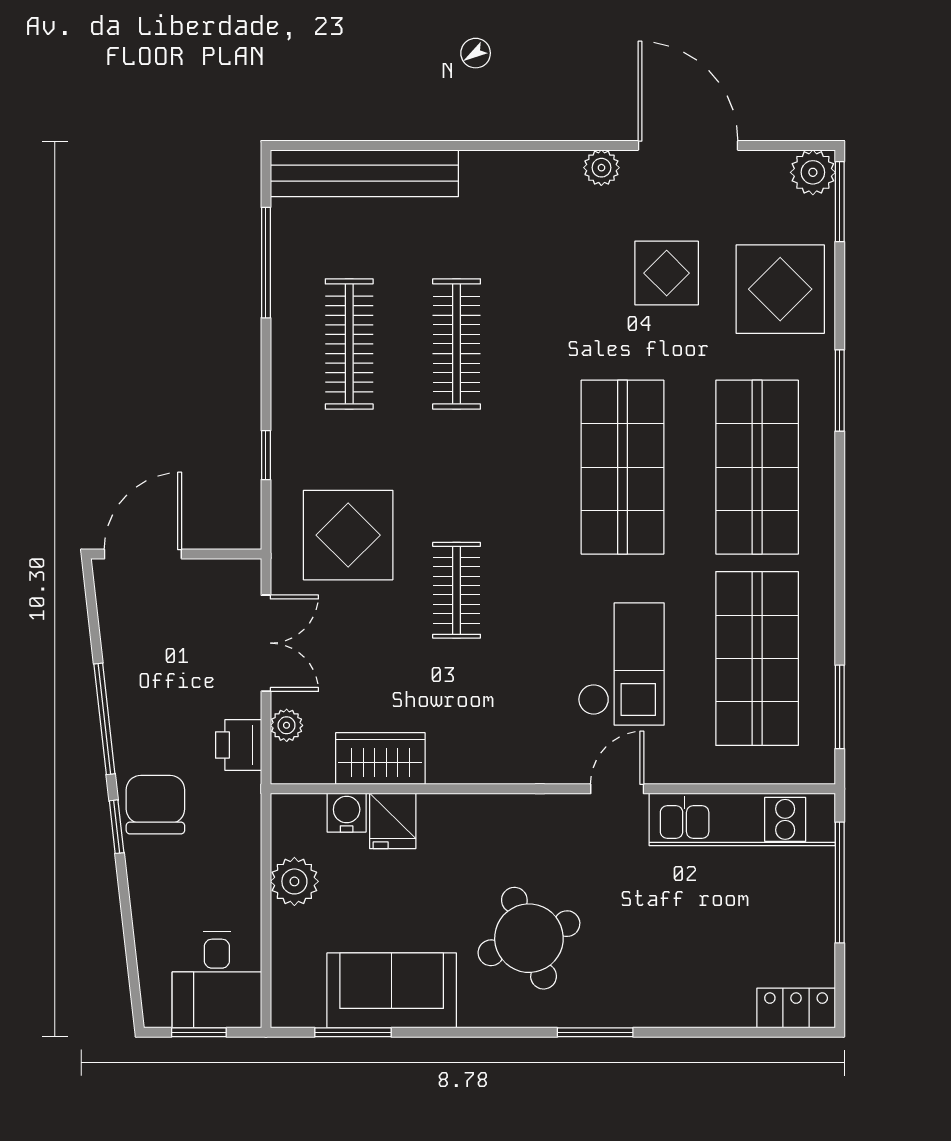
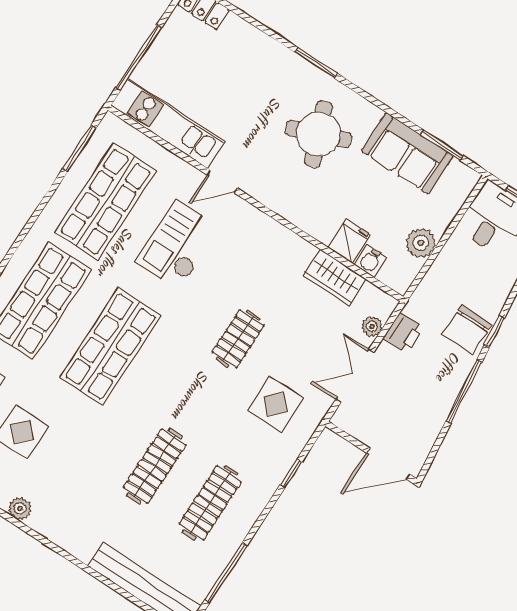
display table: (348, 535) -> (276, 404), width x0.73, depth x0.73

